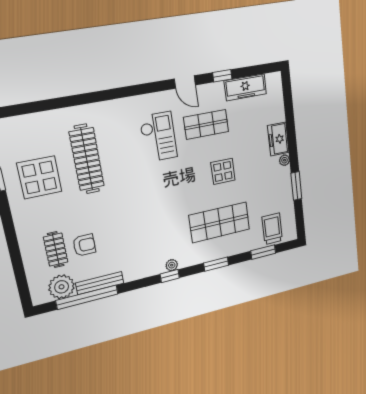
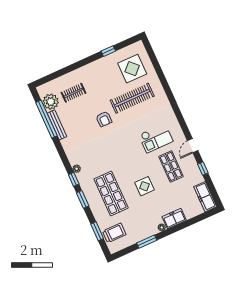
freezer: (245, 87) -> (205, 197), moved
display table: (39, 177) -> (132, 69), moved
armchair: (84, 245) -> (104, 119), moved
window: (170, 276) -> (74, 179), moved

